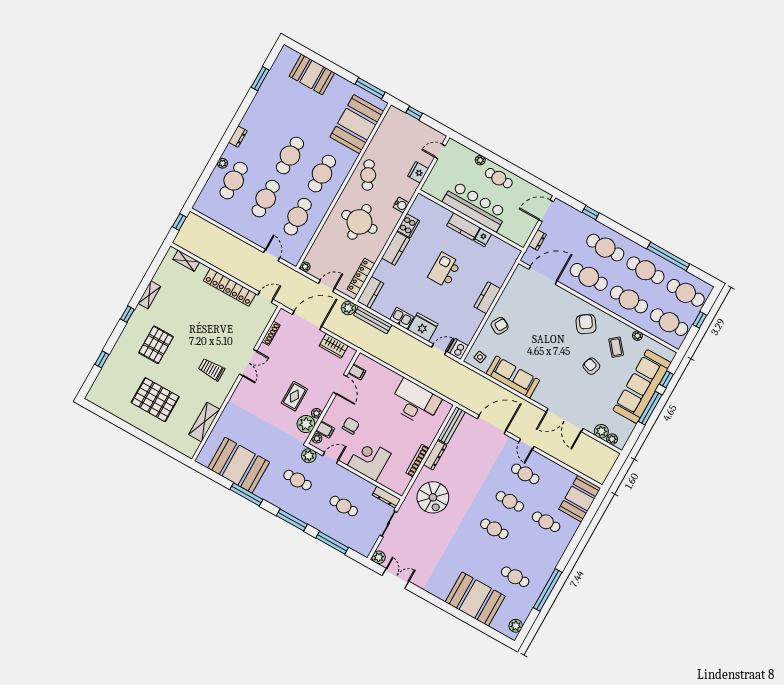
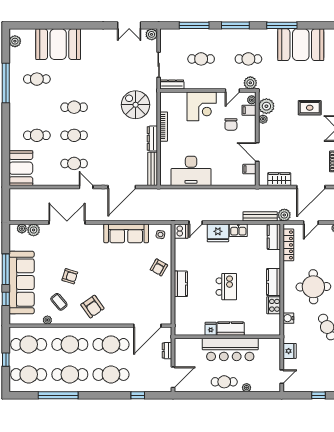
rug: (294, 396) -> (310, 108), moved, turned 90

